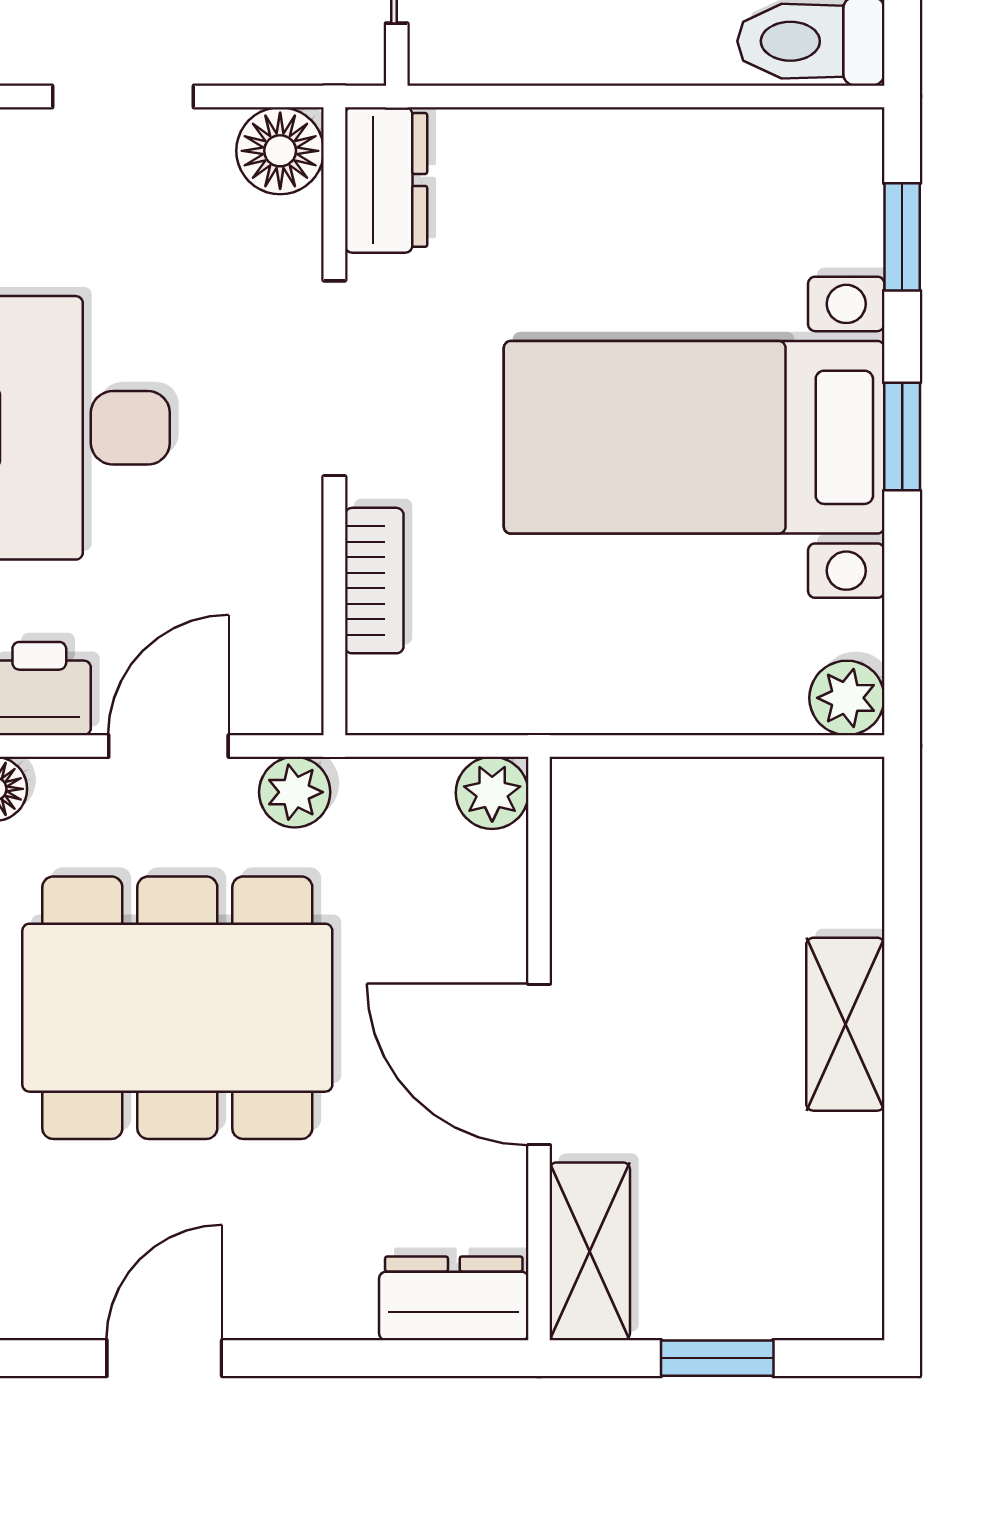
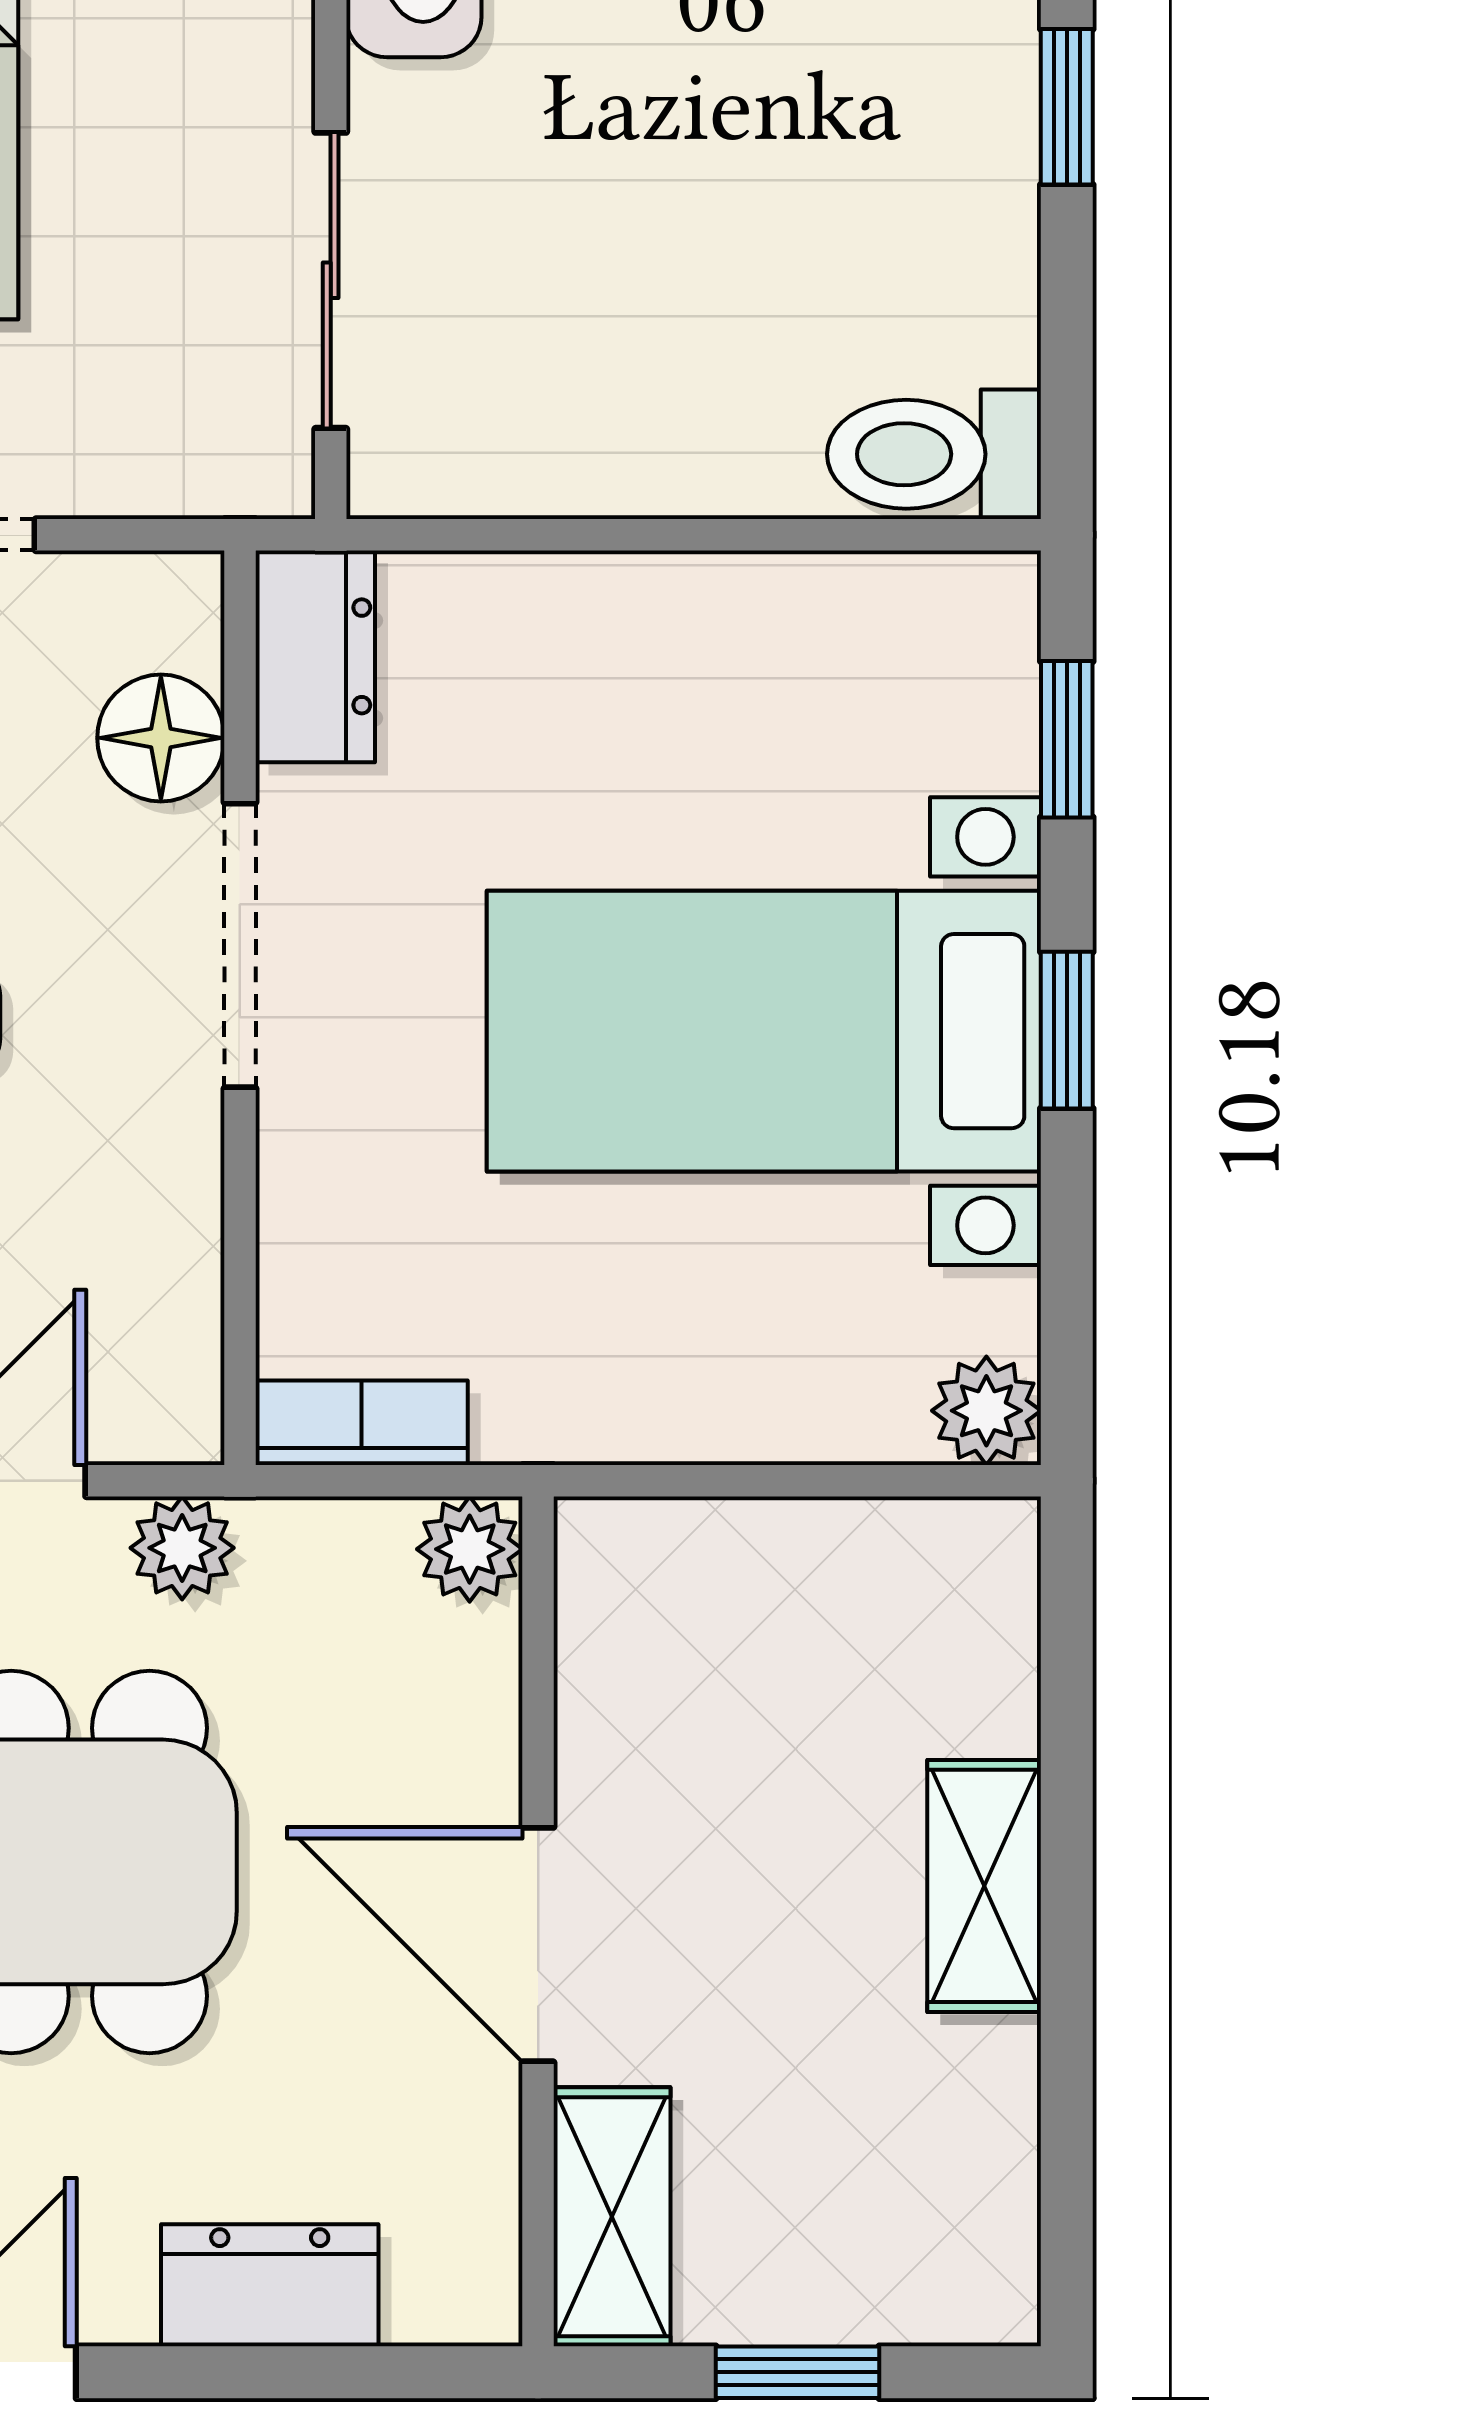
floor lamp: (280, 151) -> (161, 738), moved
bookcase: (374, 581) -> (362, 1423), moved, turned -90
dresser: (454, 1298) -> (270, 2285), moved

